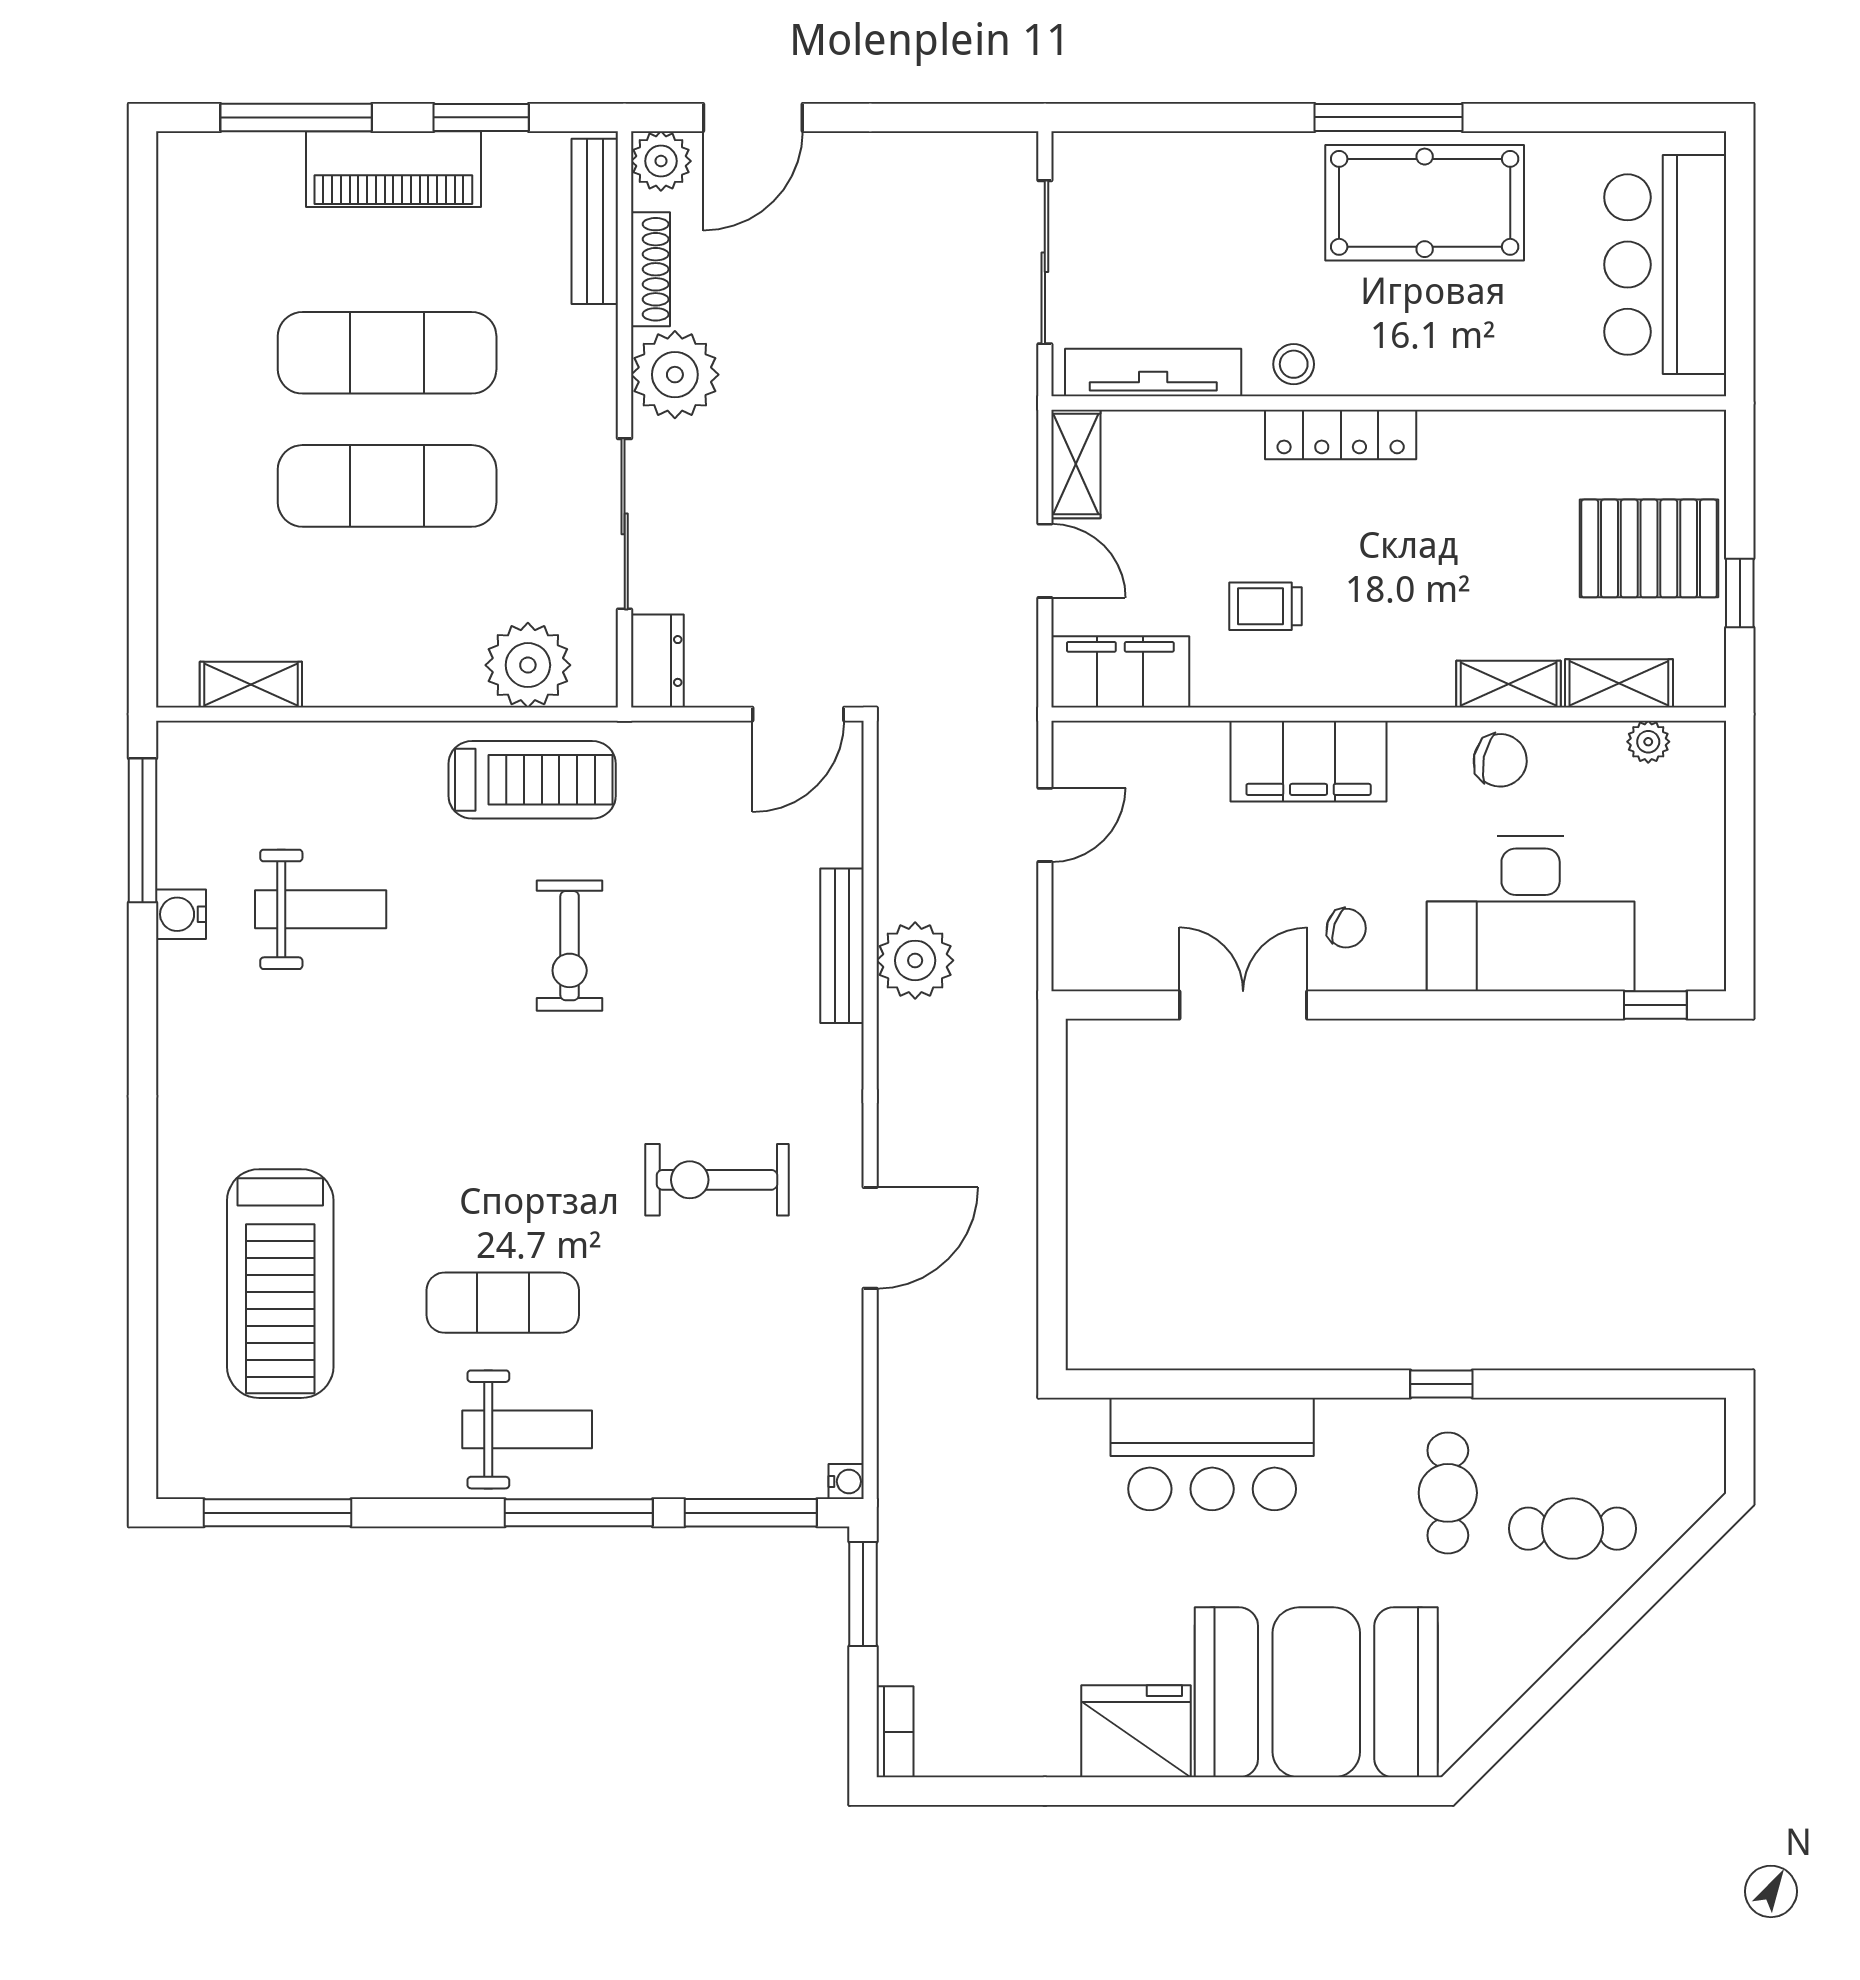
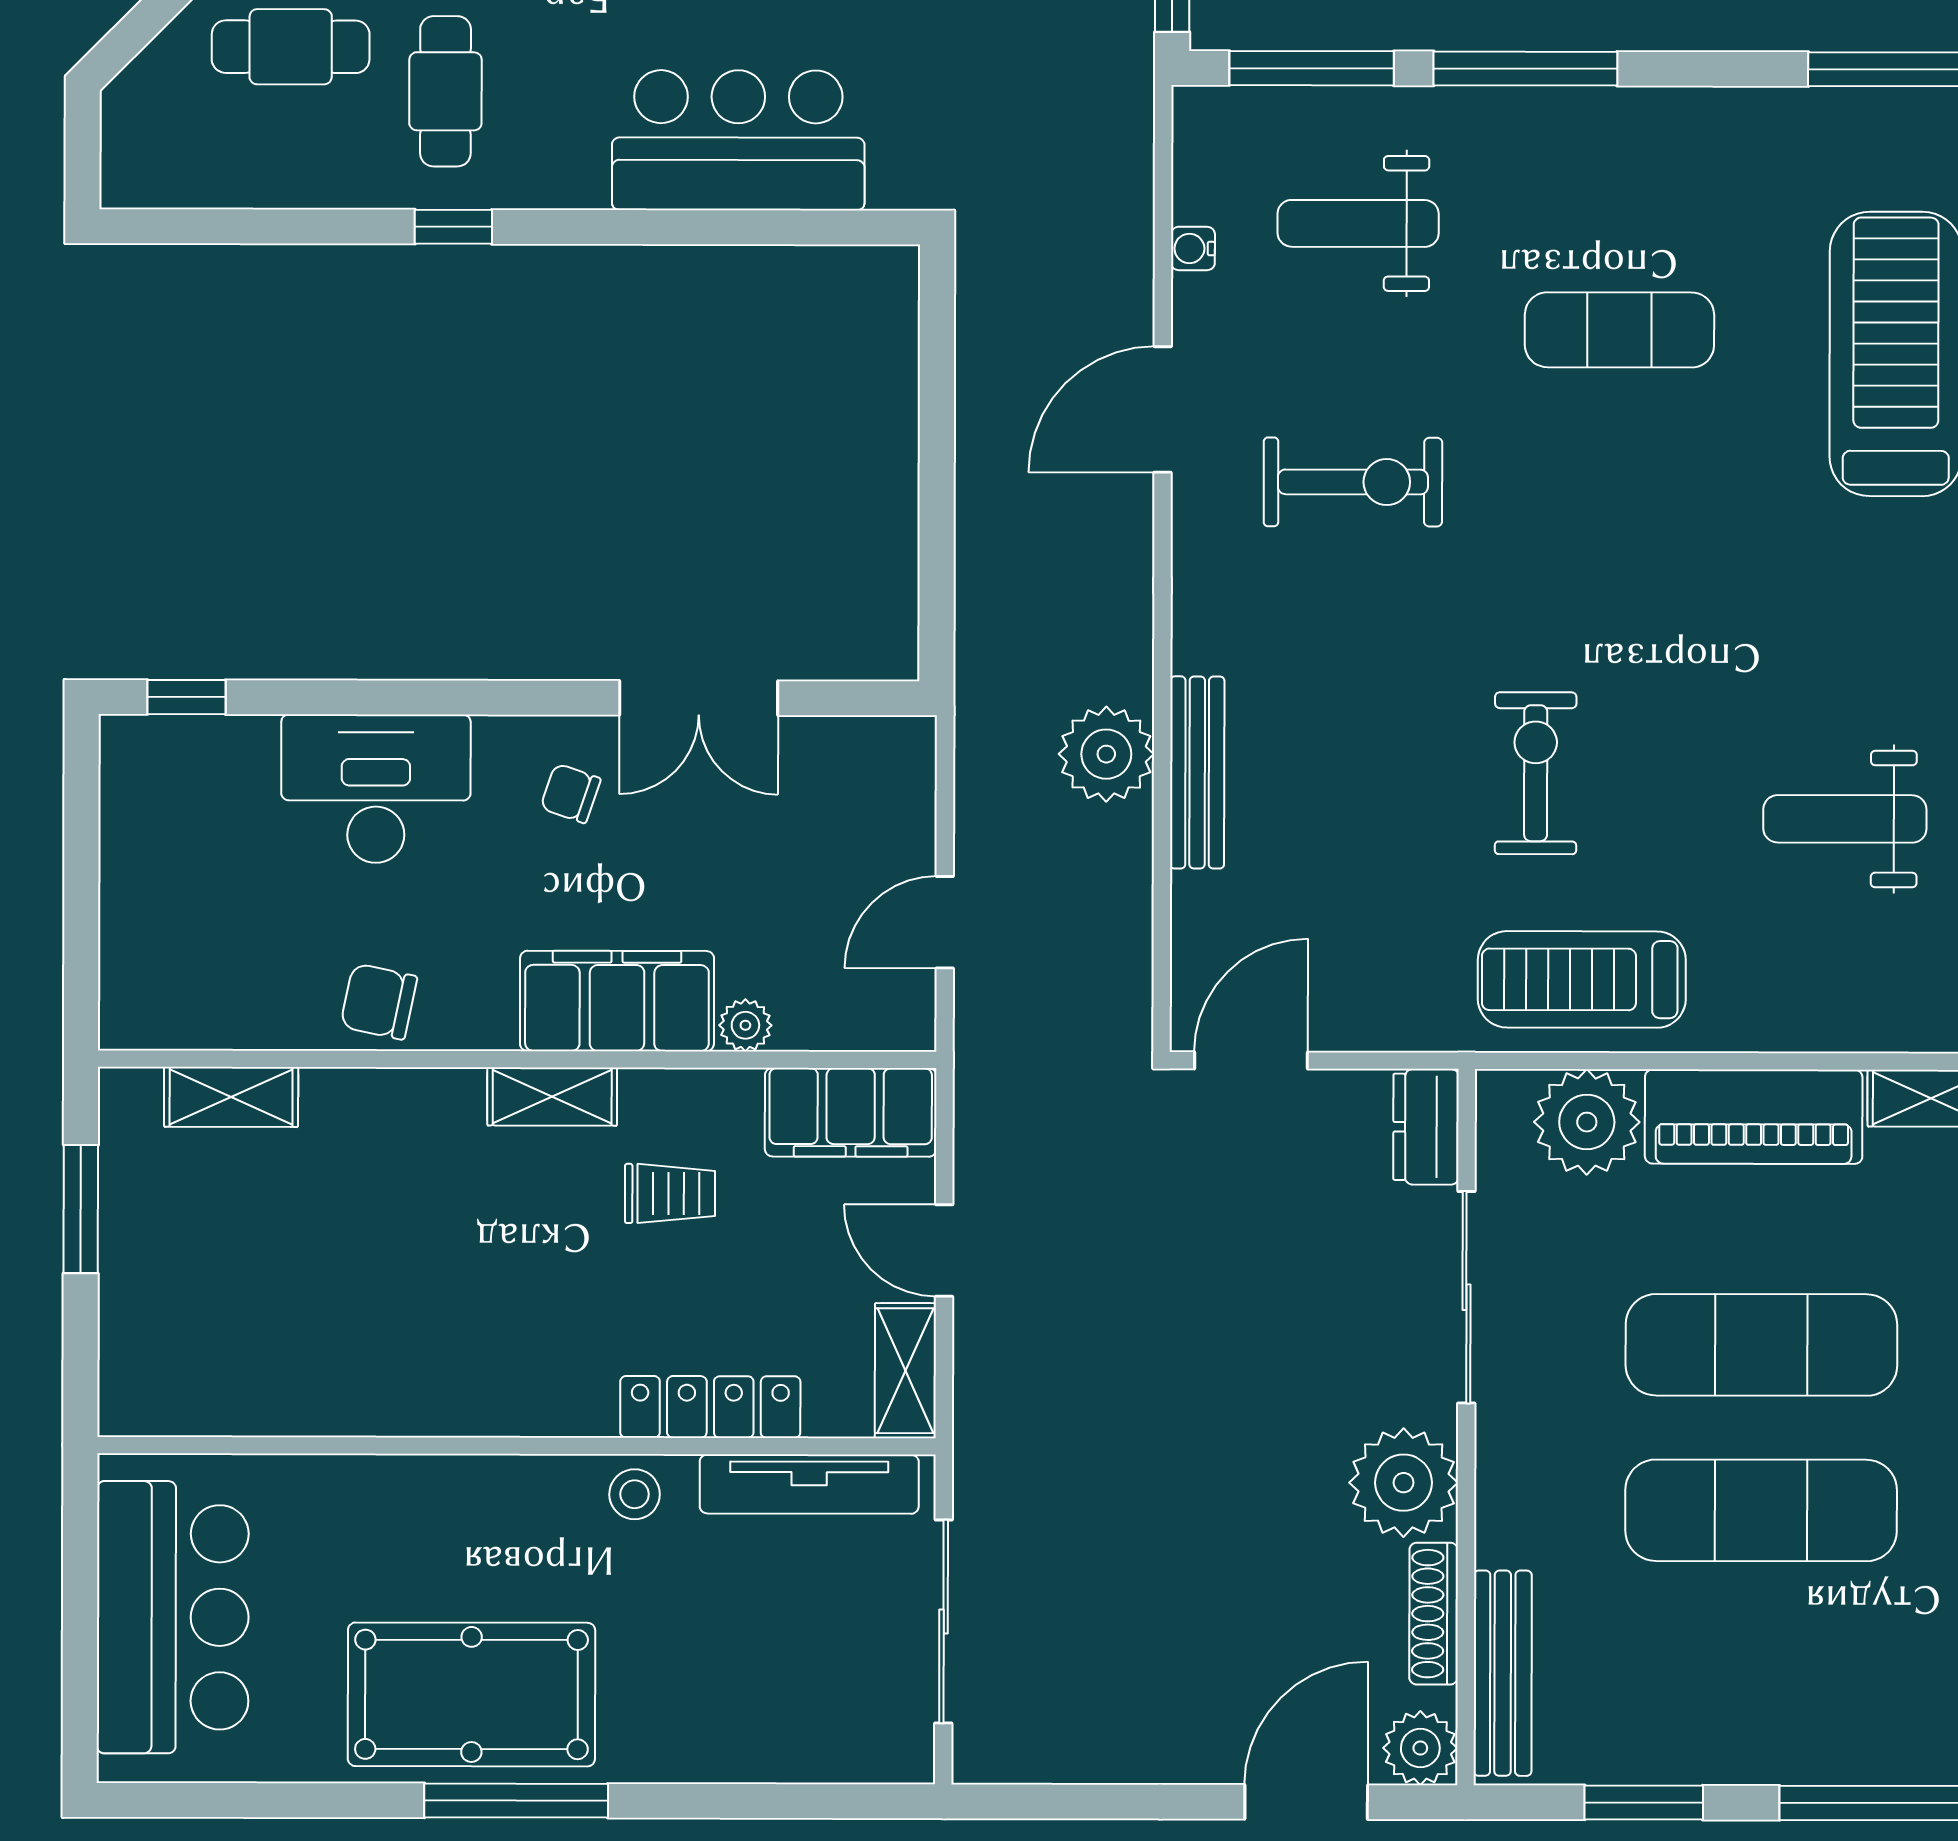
piano: (393, 169) -> (1754, 1117), moved, turned 180
locker: (1341, 434) -> (710, 1407), moved
pallet: (1649, 548) -> (193, 1264), removed
window: (1740, 593) -> (81, 1209), width x1.50
shelving: (1509, 684) -> (552, 1097), moved
plant: (1648, 742) -> (745, 1025), moved
desk: (1531, 914) -> (376, 789), width x0.73, depth x0.77
weight bench: (527, 1429) -> (1358, 223), moved
water cooler: (846, 1482) -> (1193, 248), moved

